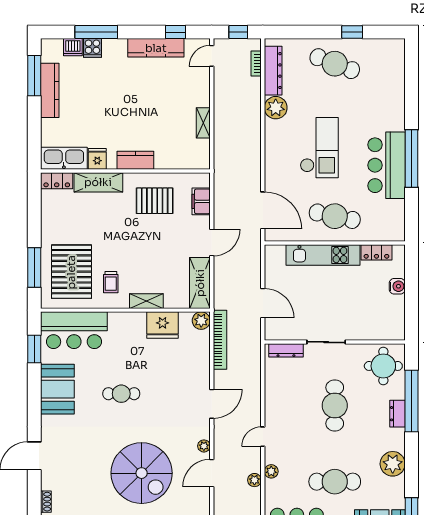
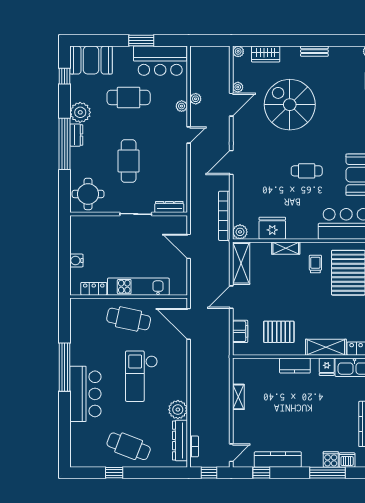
bar counter: (386, 165) -> (85, 394), moved
window: (411, 401) -> (65, 144), moved
dresser: (397, 414) -> (76, 135), moved
plant: (204, 446) -> (238, 87), moved

